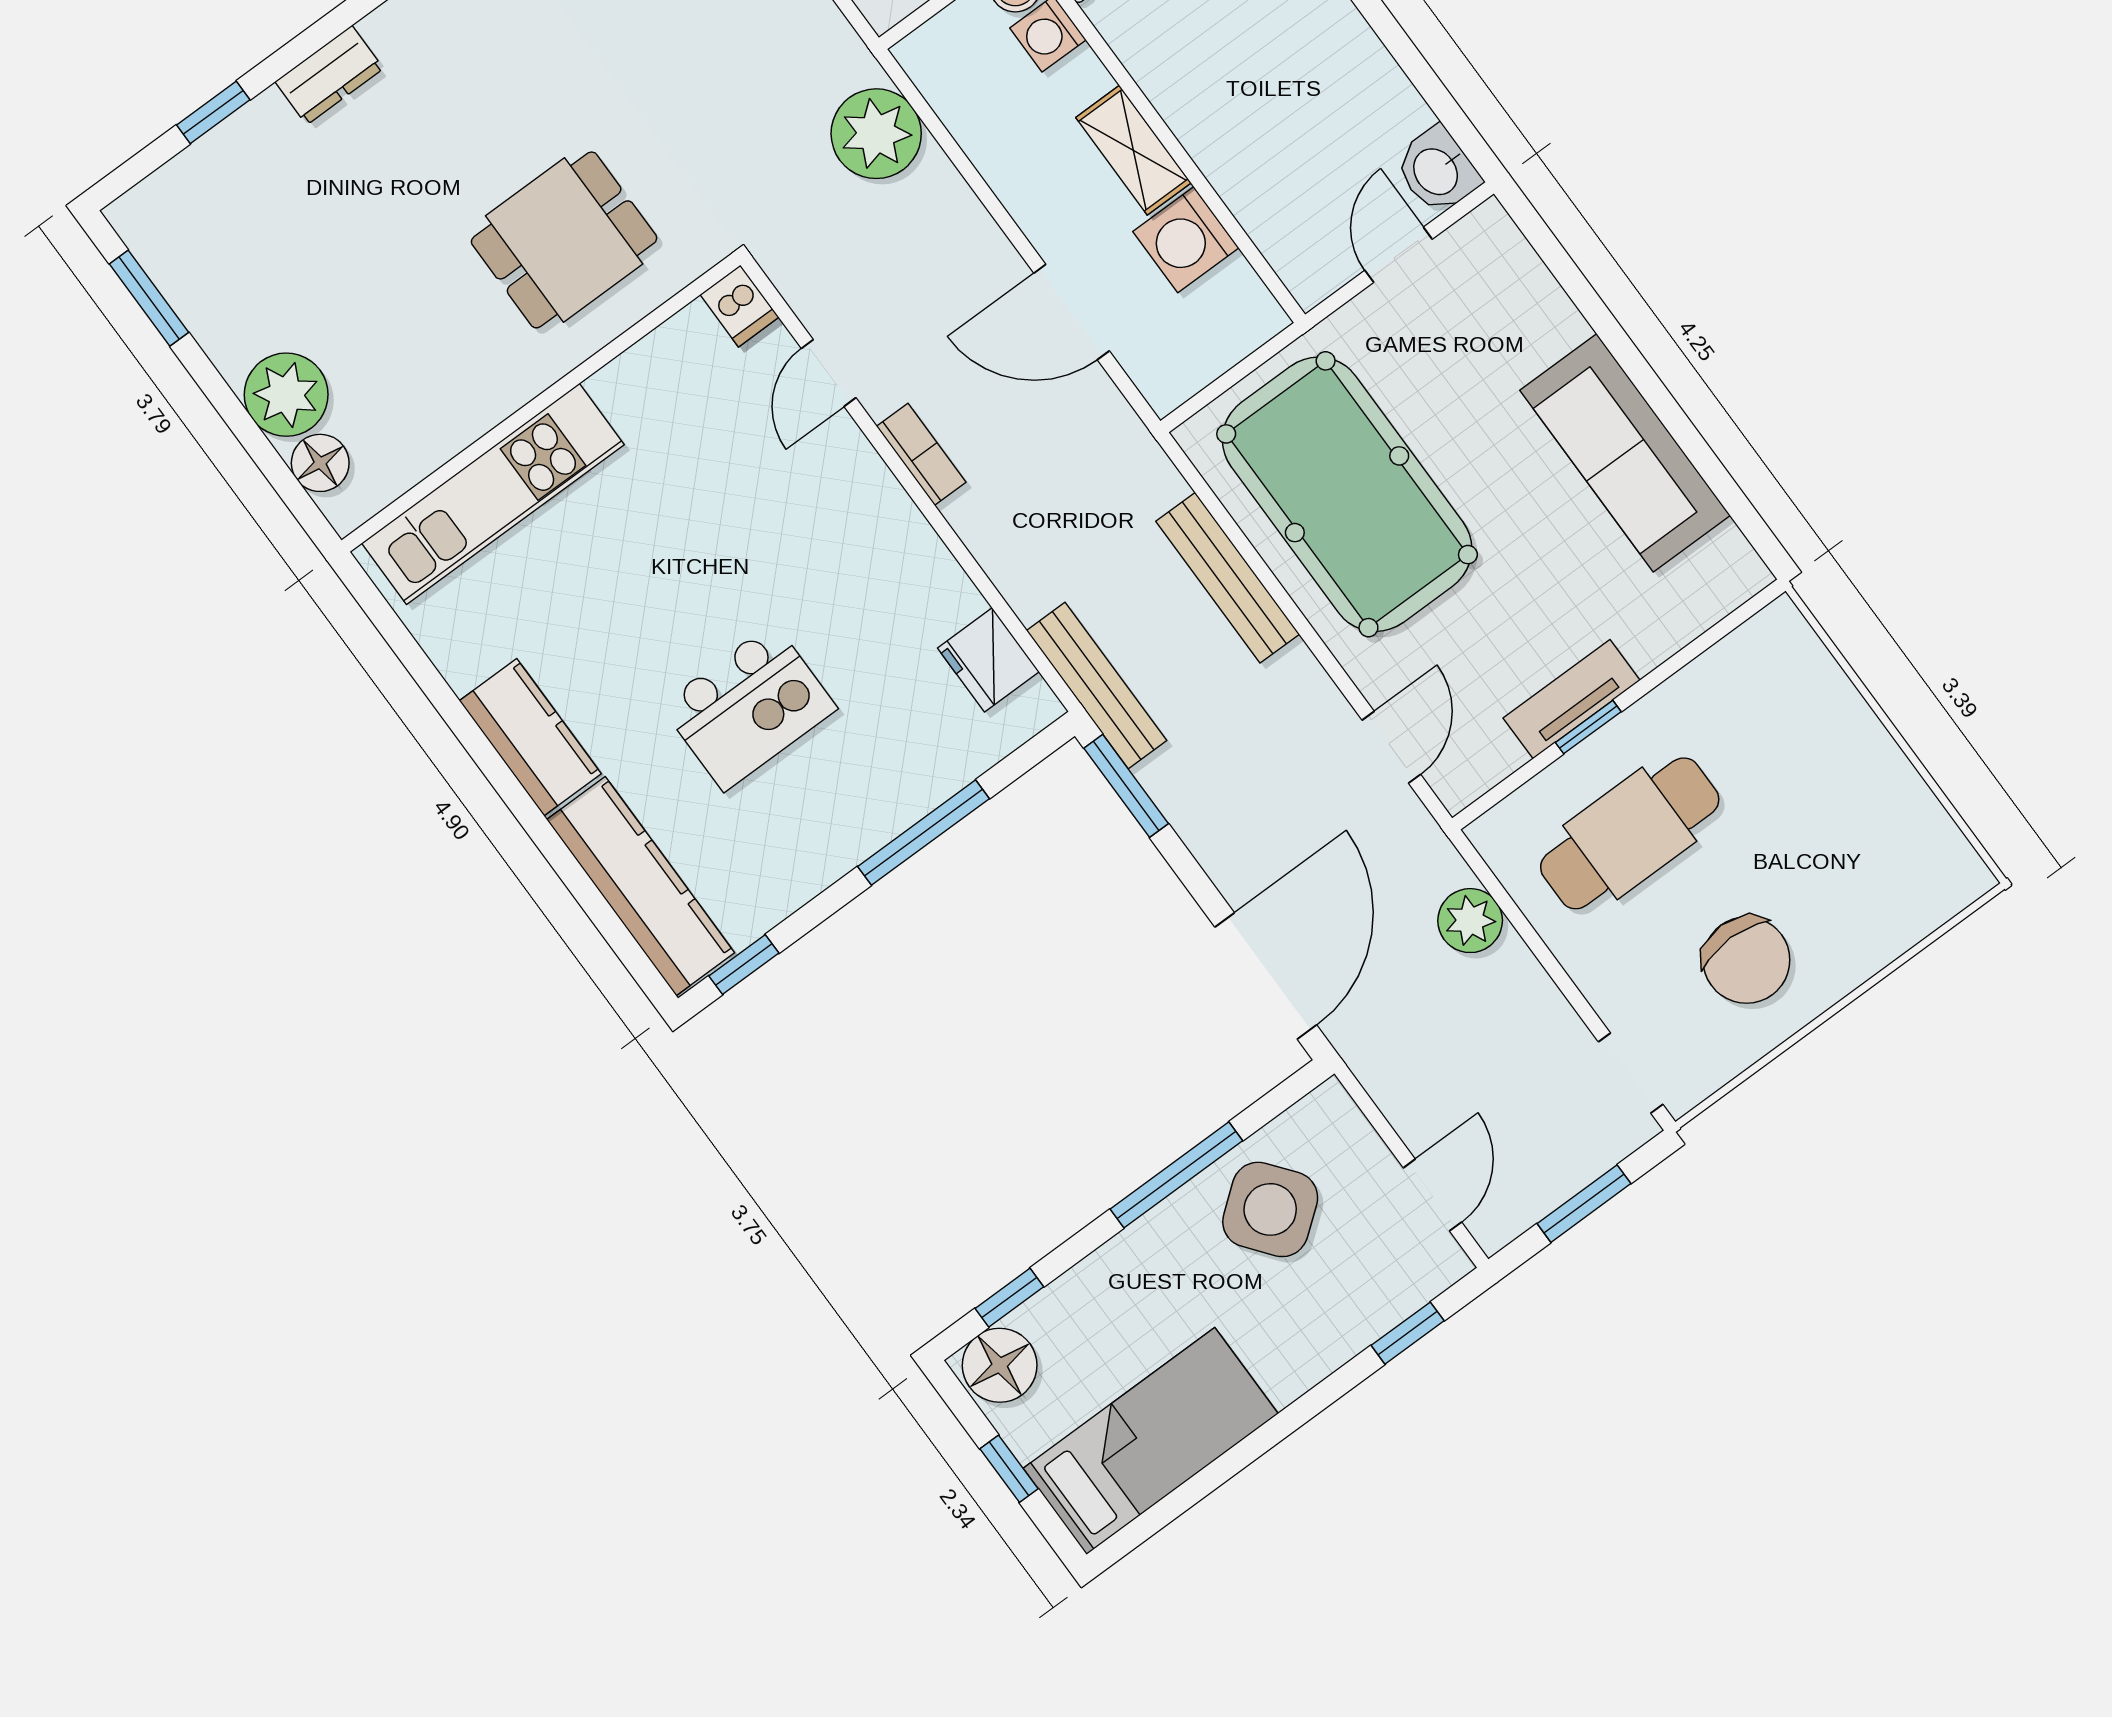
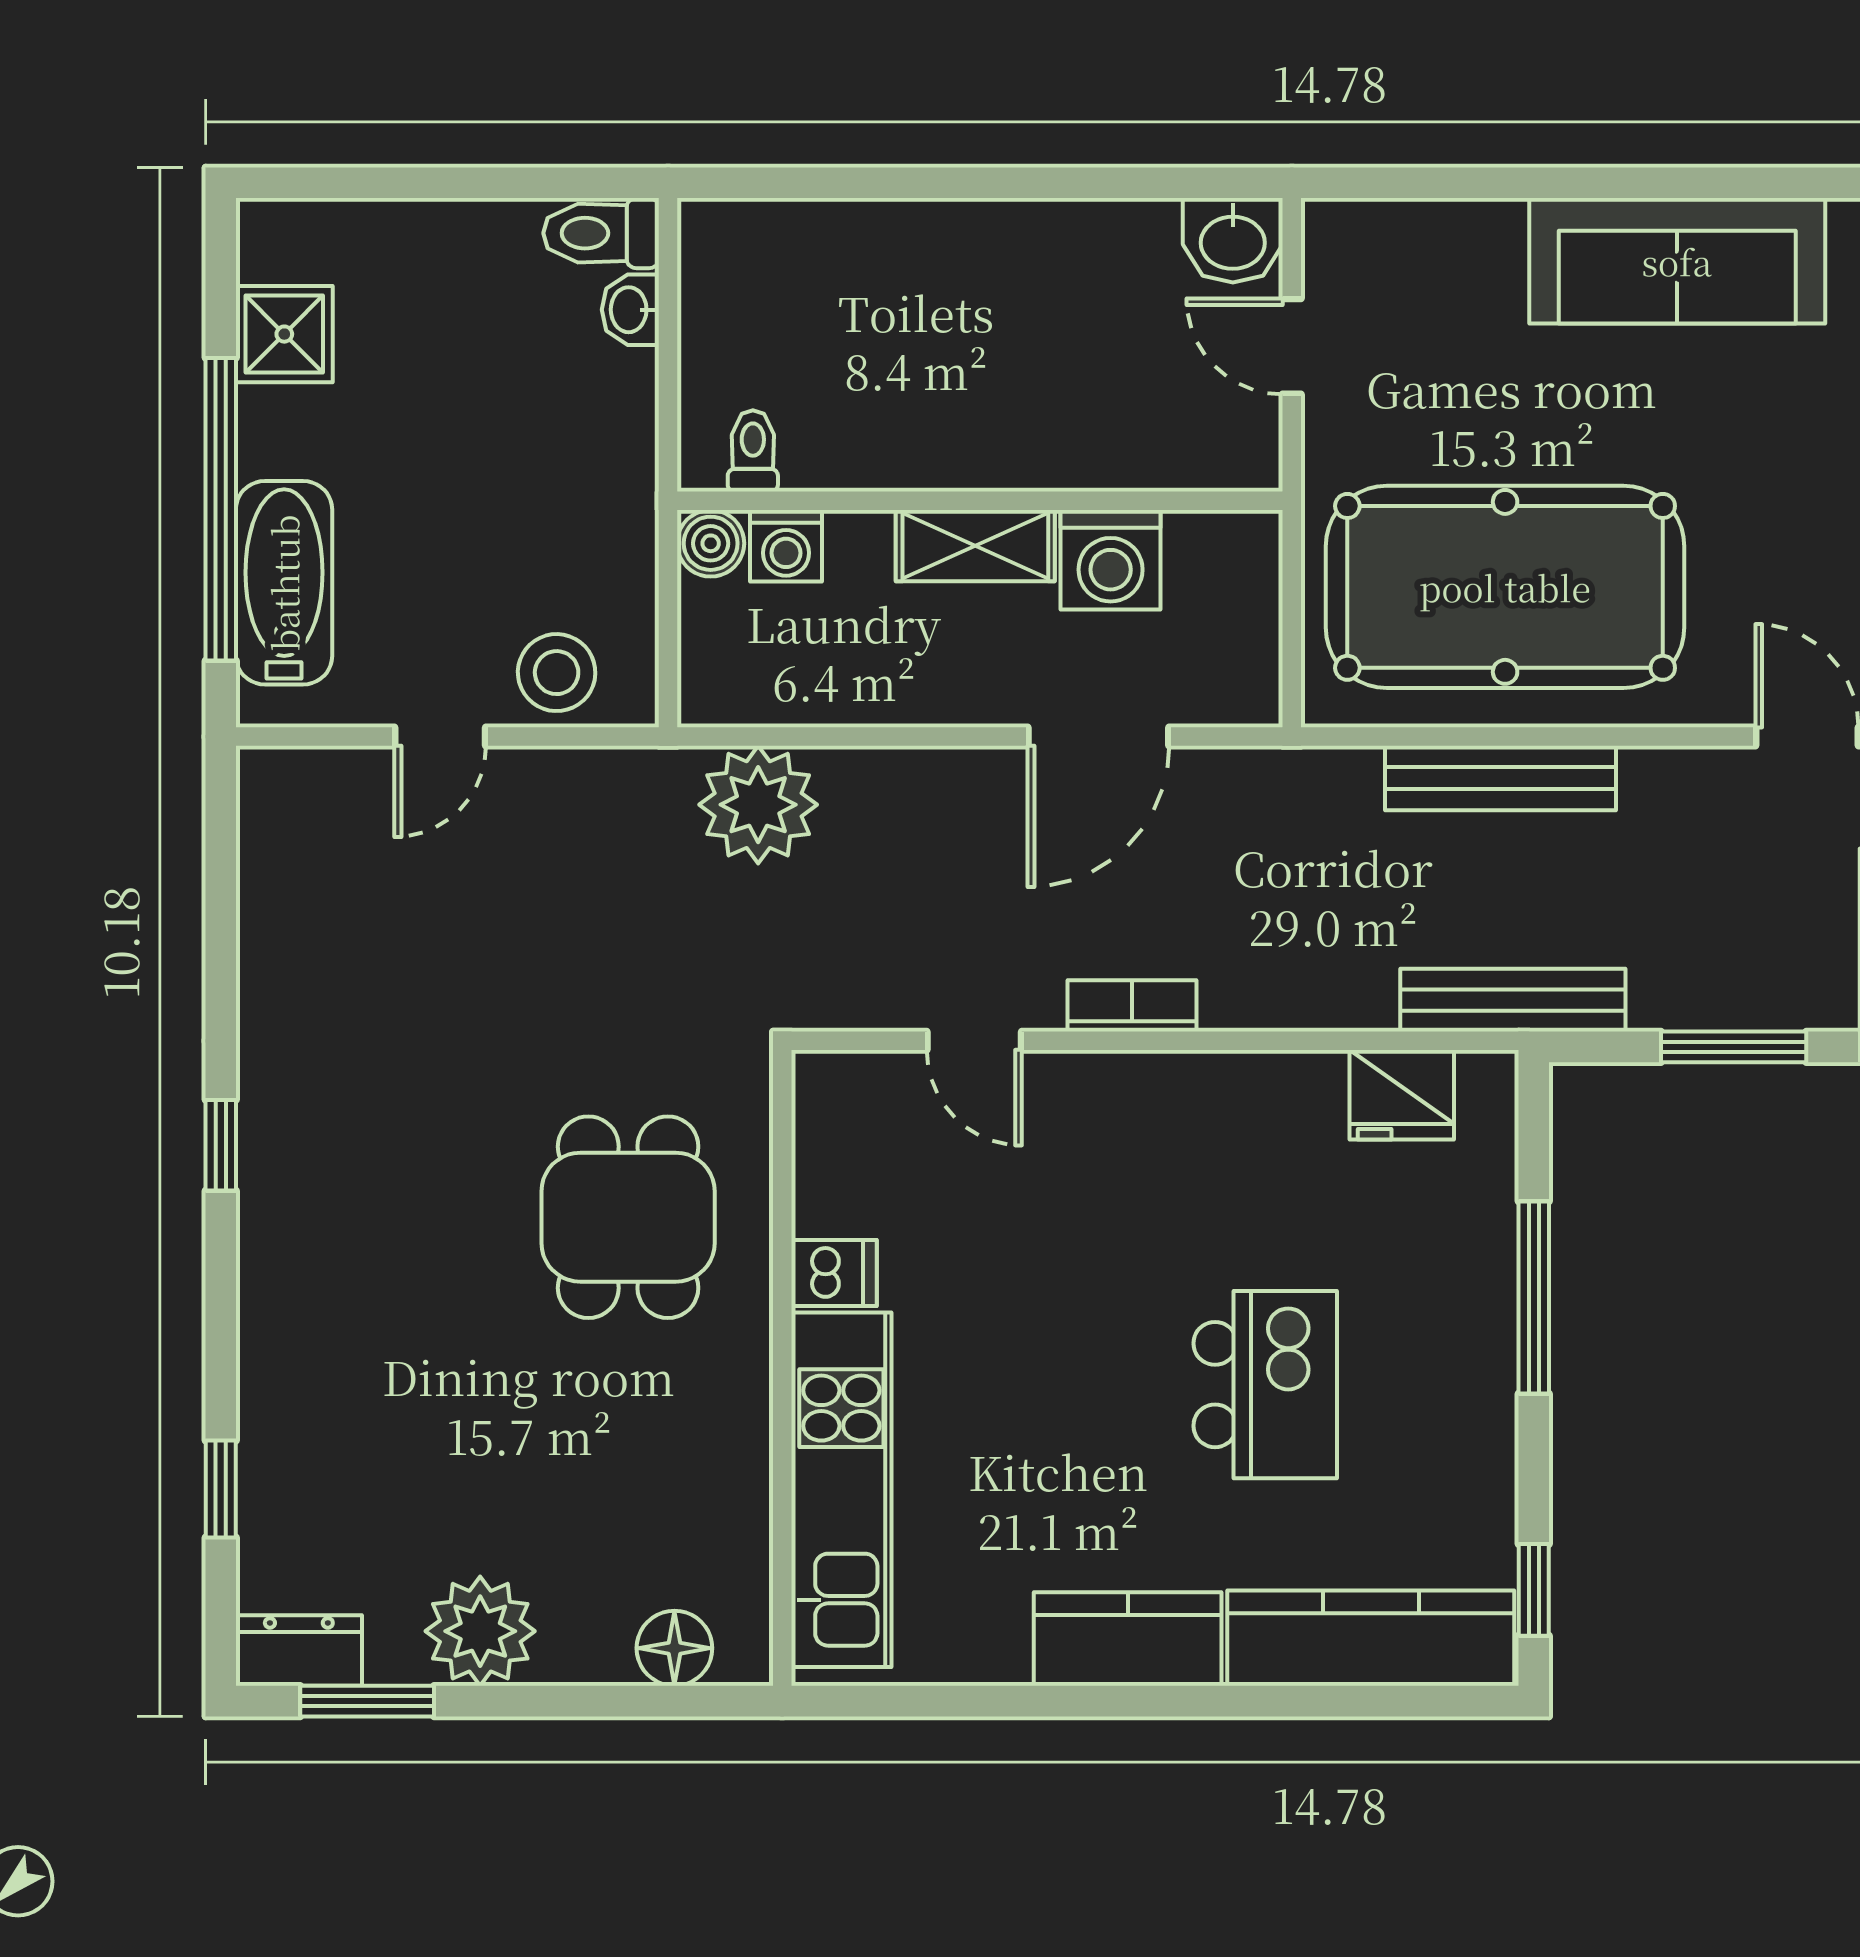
dresser: (329, 75) -> (299, 1651), moved, turned -90
dishwasher: (739, 306) -> (834, 1273), moved
plant: (286, 395) -> (480, 1631), moved
window: (1126, 786) -> (1734, 1047), moved

